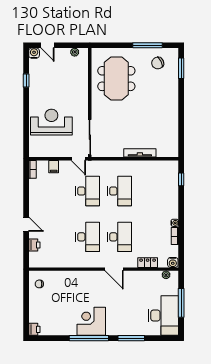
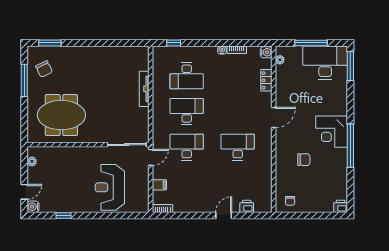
desk: (120, 237) -> (187, 76), moved, turned 180
chair: (76, 296) -> (304, 160), added
corner desk: (91, 321) -> (332, 132), moved
window: (131, 338) -> (350, 66), moved

